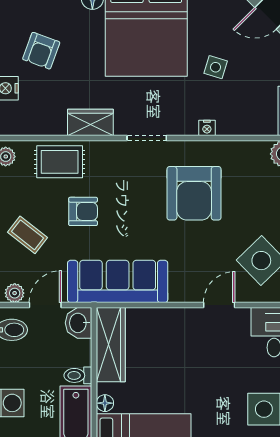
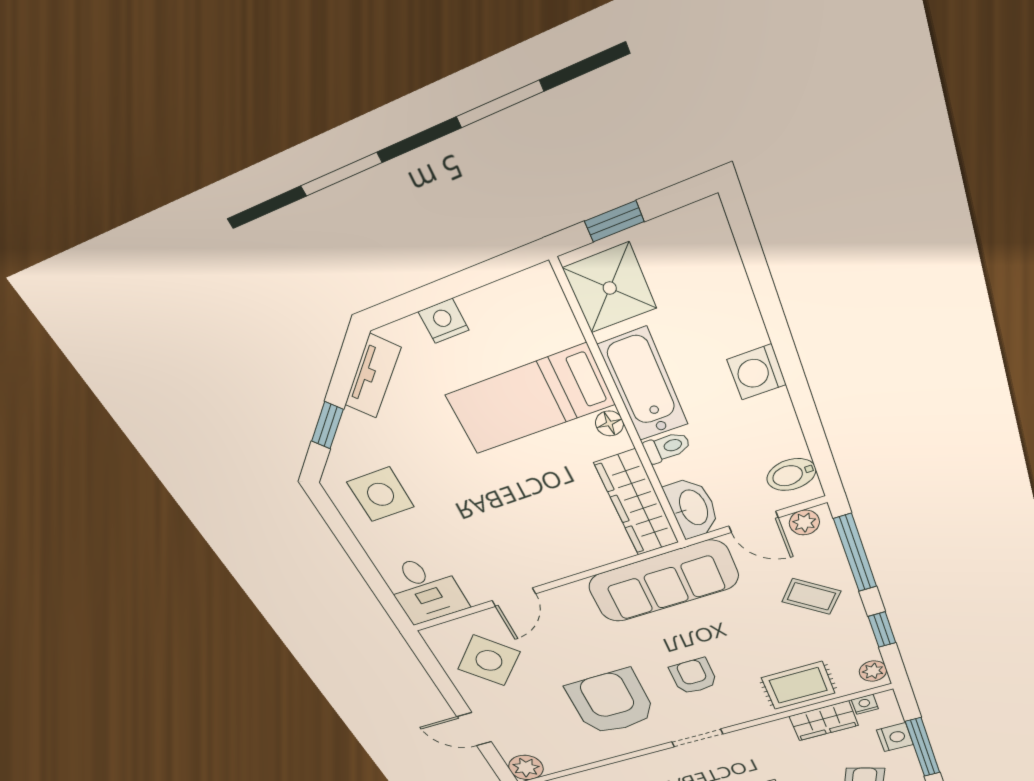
wardrobe: (90, 122) -> (824, 721), moved
nightstand: (207, 128) -> (865, 704), moved
armchair: (83, 211) -> (693, 676), moved, turned 90
door: (45, 305) -> (753, 522), hinge flipped
washbasin: (79, 323) -> (692, 508), width x1.38

